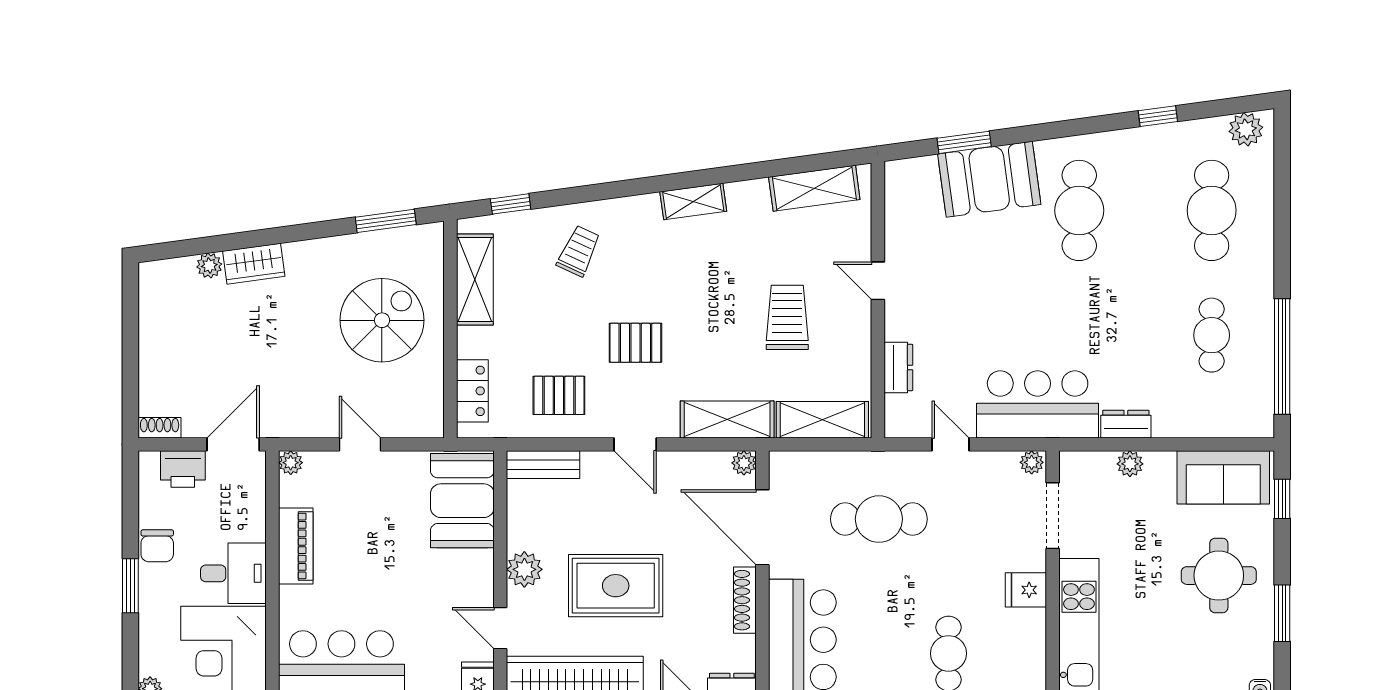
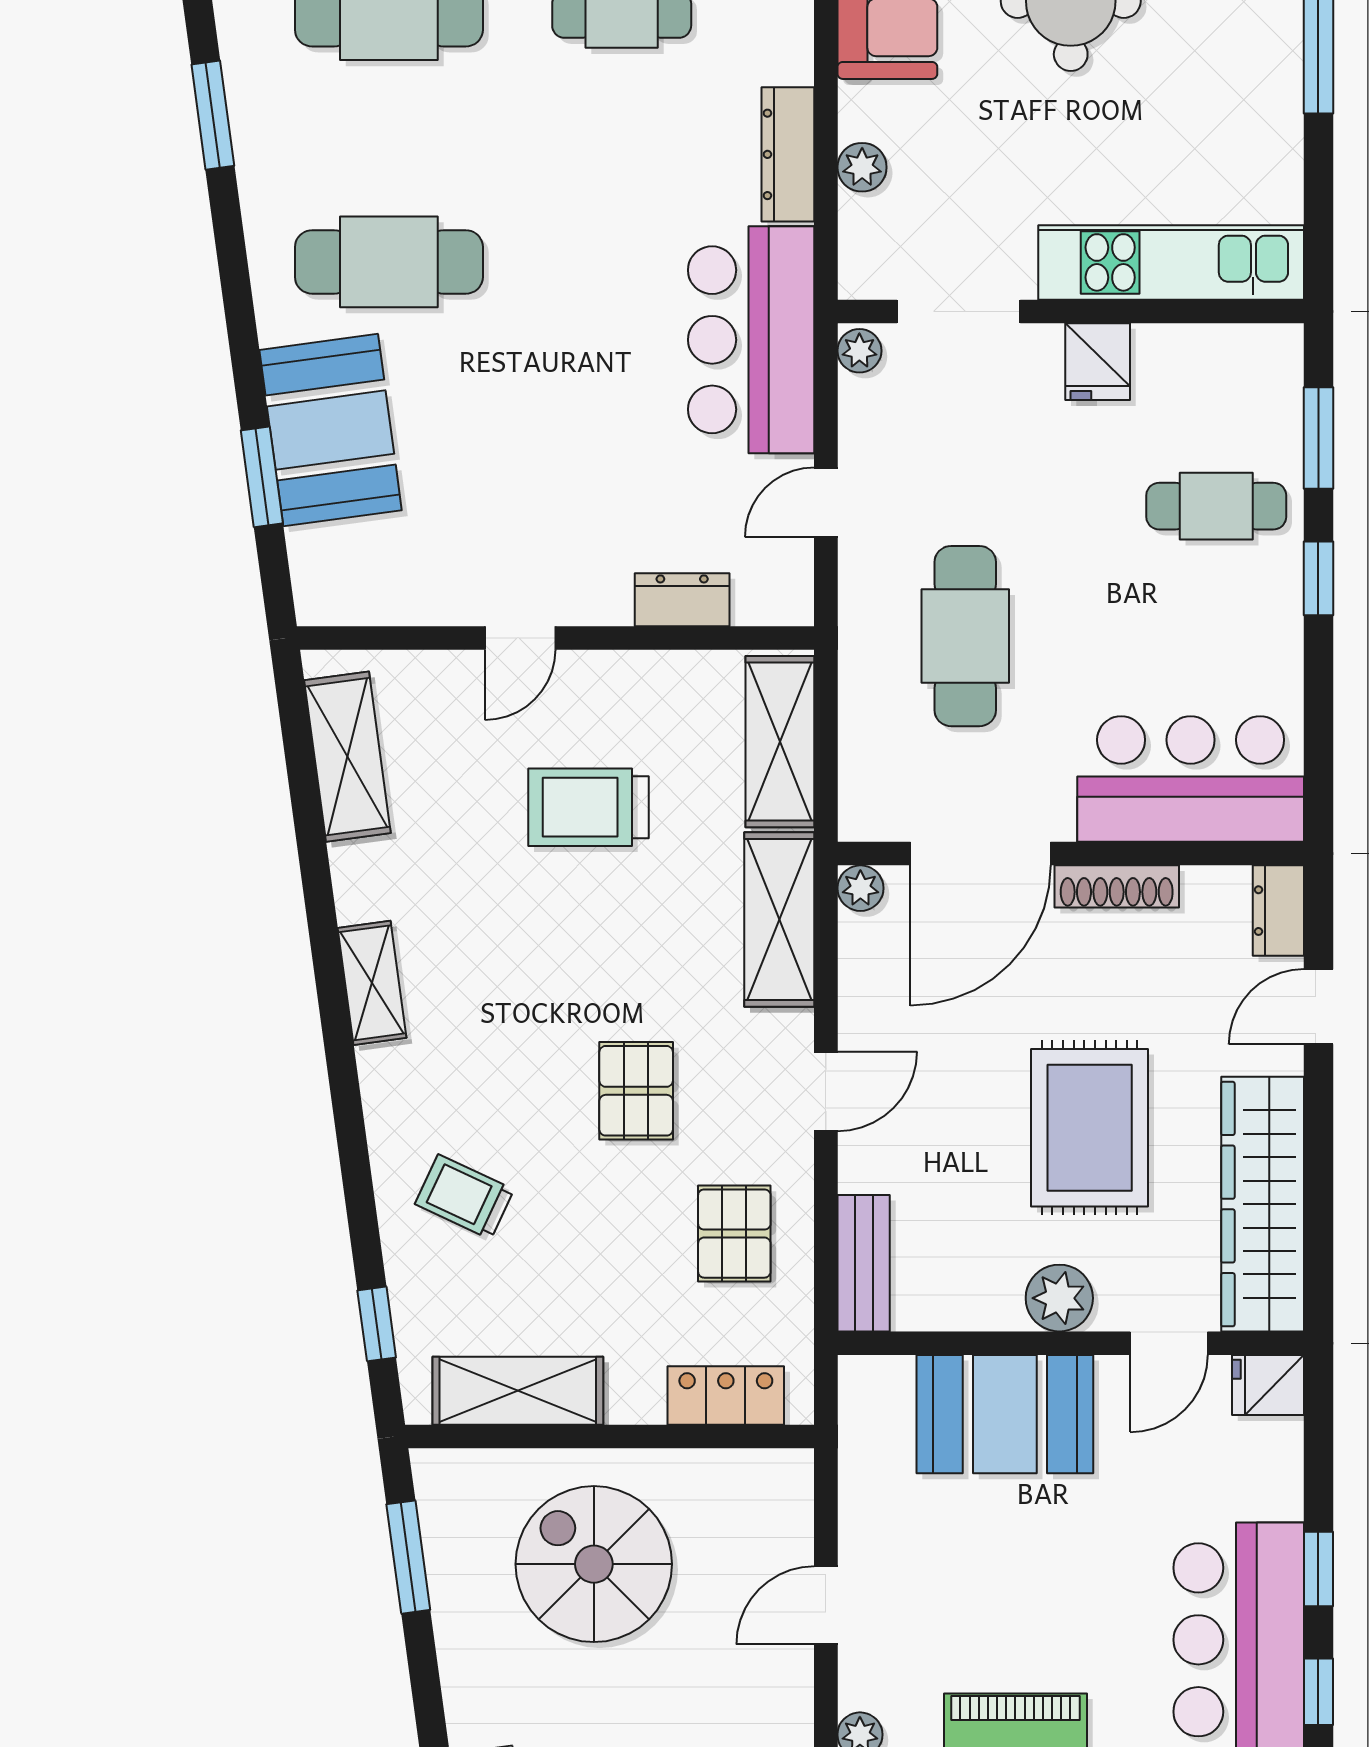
window: (1158, 116) -> (213, 115), width x1.50
dresser: (1126, 424) -> (788, 154), width x1.44
booth: (462, 501) -> (1005, 1414), moved

